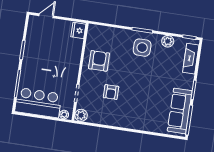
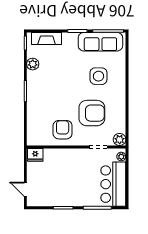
side table: (142, 48) -> (98, 76), moved
armchair: (99, 61) -> (63, 130), turned 90
armchair: (111, 92) -> (92, 113), width x1.88, depth x1.88

